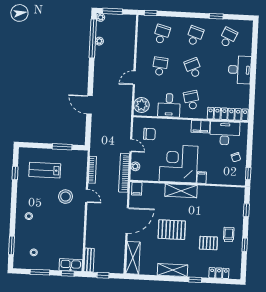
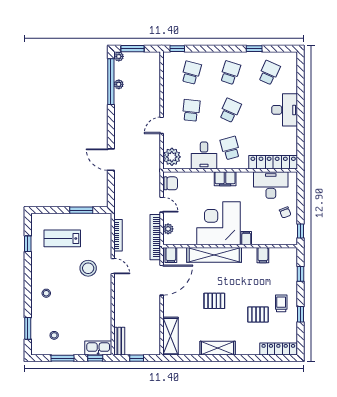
school desk: (193, 68) -> (230, 110), turned 48
filing cabinet: (200, 127) -> (225, 179), moved
chair: (149, 134) -> (171, 183), moved
shelving: (181, 191) -> (214, 255), width x1.47
filing cabinet: (215, 193) -> (263, 255), added
door: (127, 220) -> (162, 280), moved
pallet: (172, 230) -> (214, 301), width x0.67, depth x0.71
locker: (219, 273) -> (278, 349), width x1.53
window: (195, 280) -> (245, 358), removed

